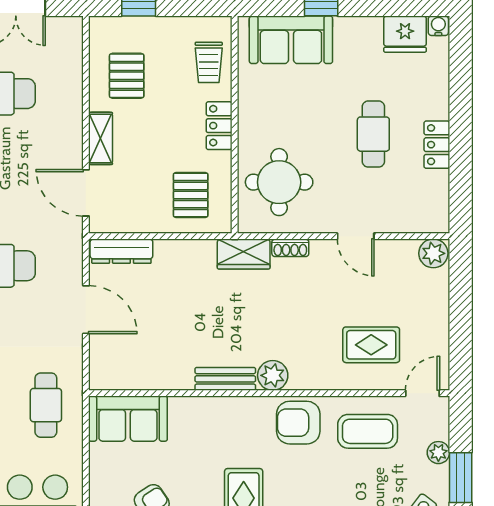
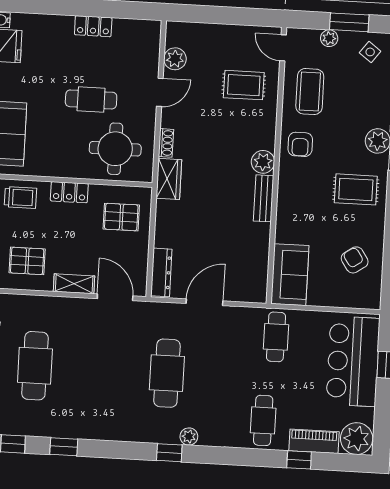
cafe table: (373, 134) -> (91, 99), moved
door: (86, 193) -> (115, 297), swing flipped
plant: (433, 253) -> (175, 59), moved
rug: (371, 345) -> (244, 85), turned 90
cafe table: (46, 405) -> (276, 337), turned 90
armchair: (298, 423) -> (300, 144), width x0.72, depth x0.72

